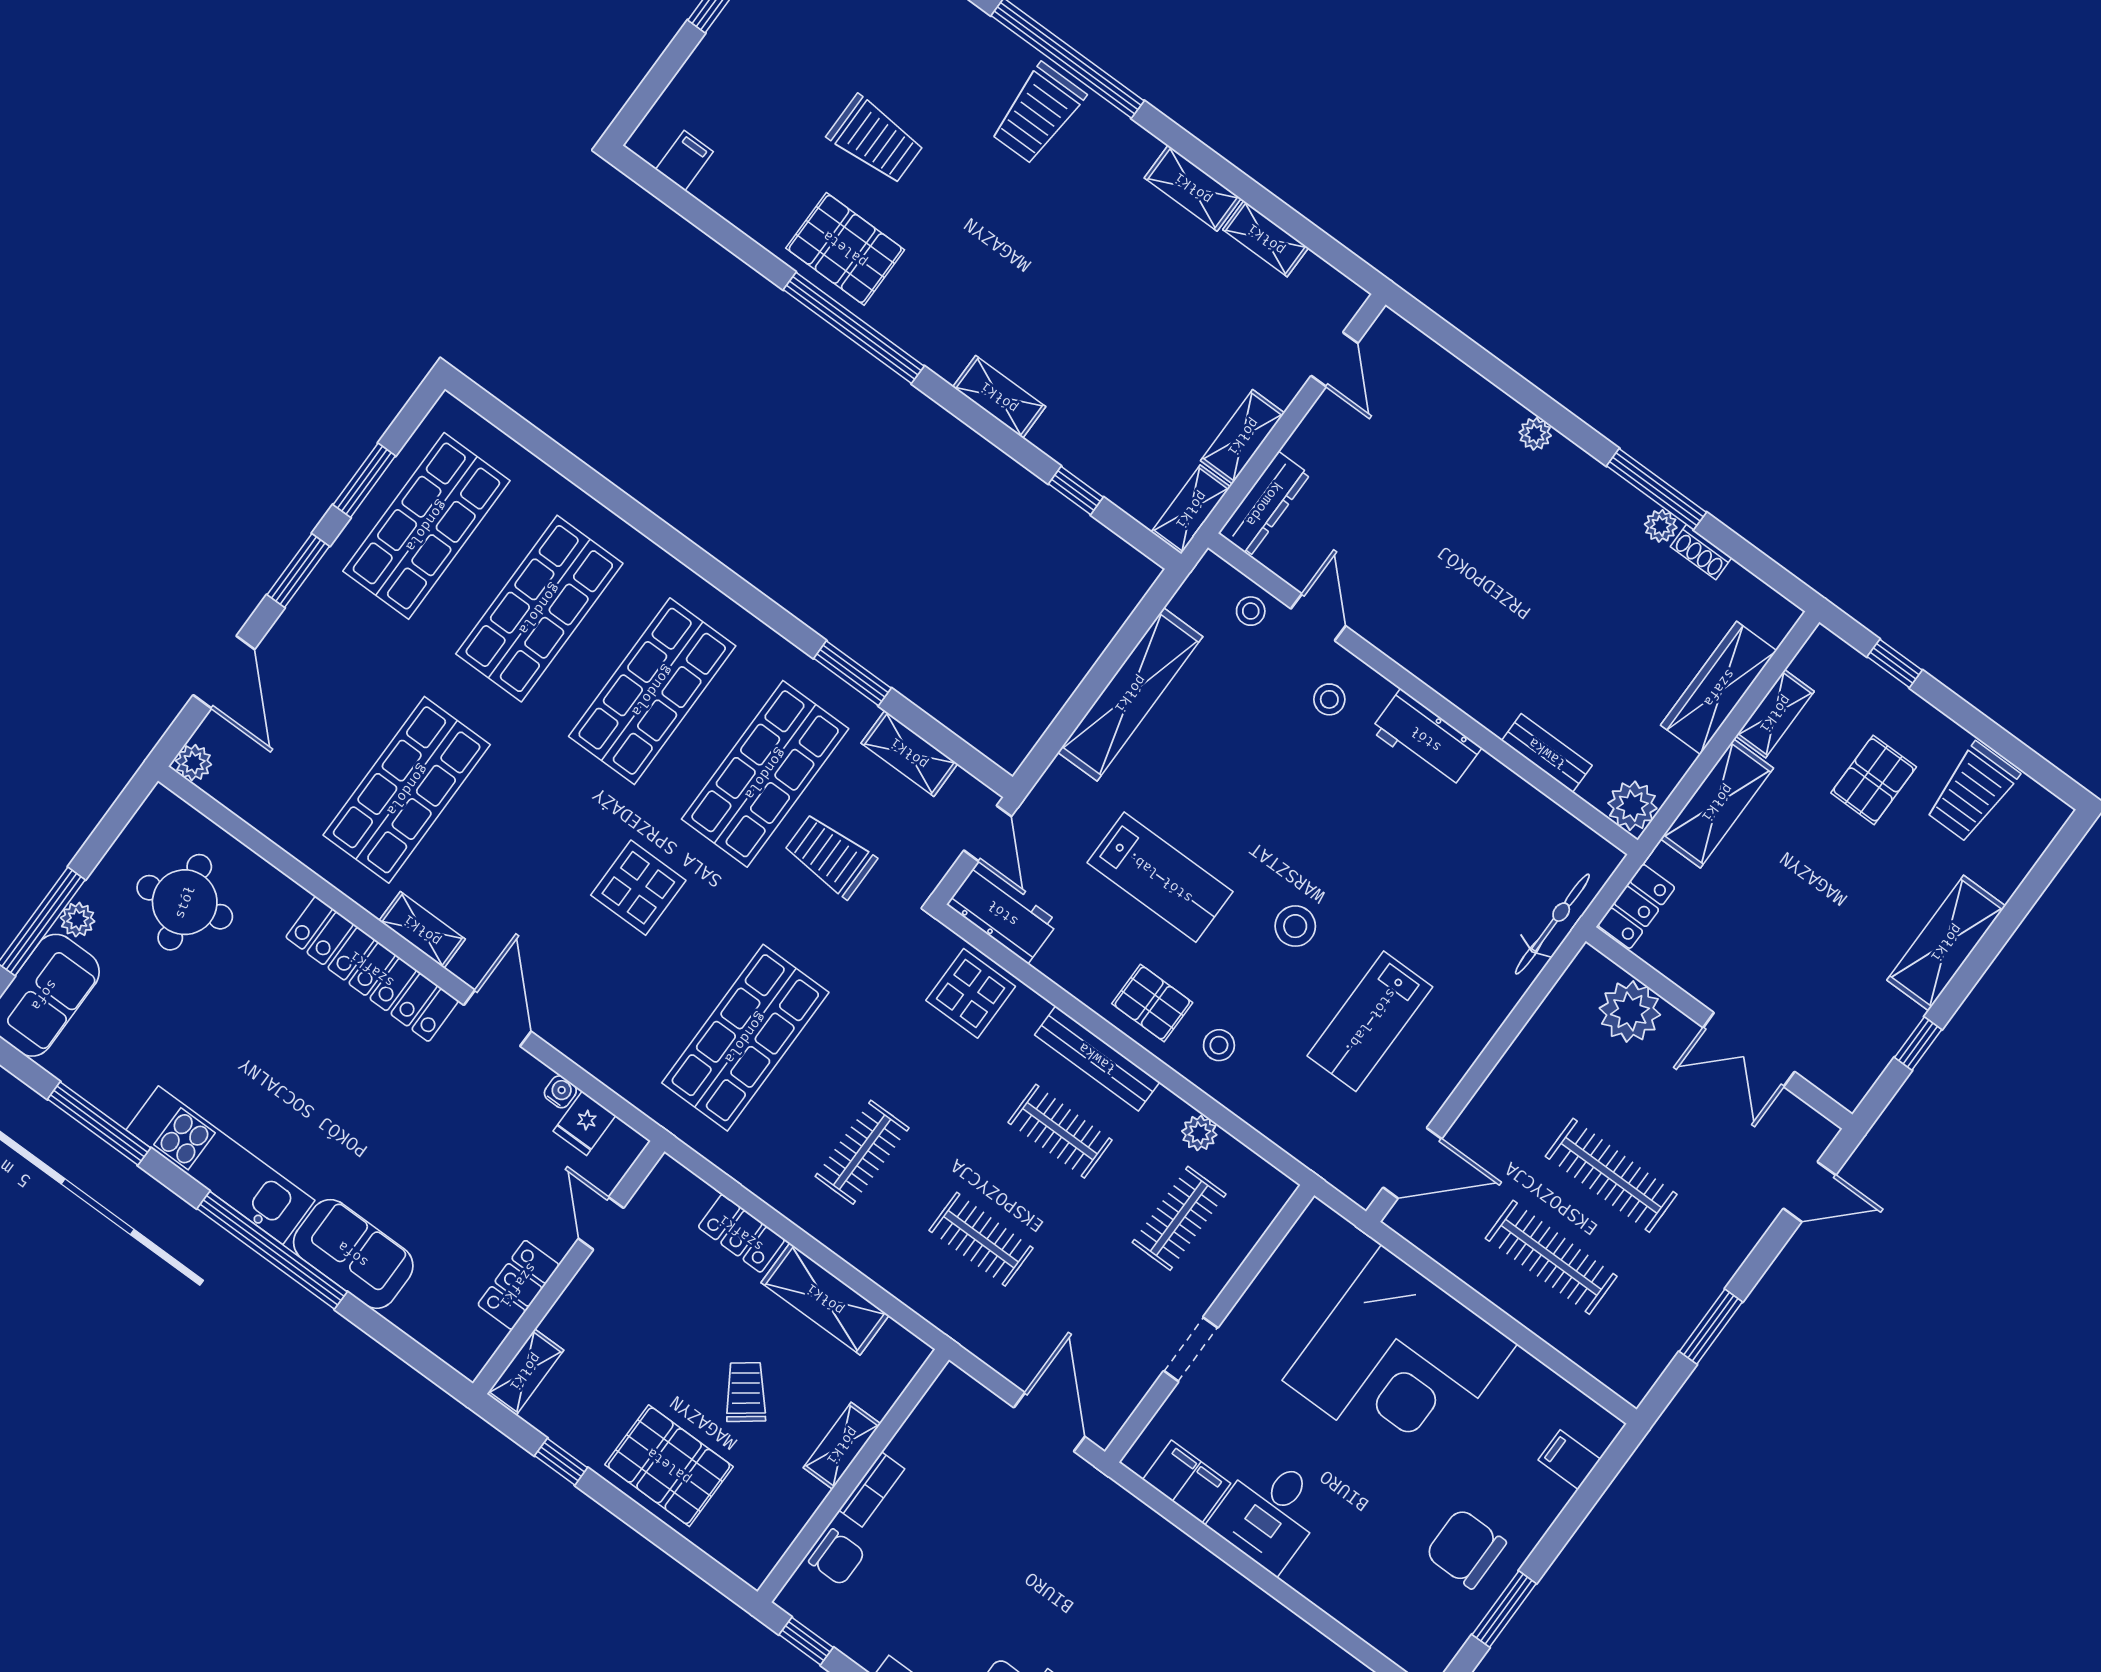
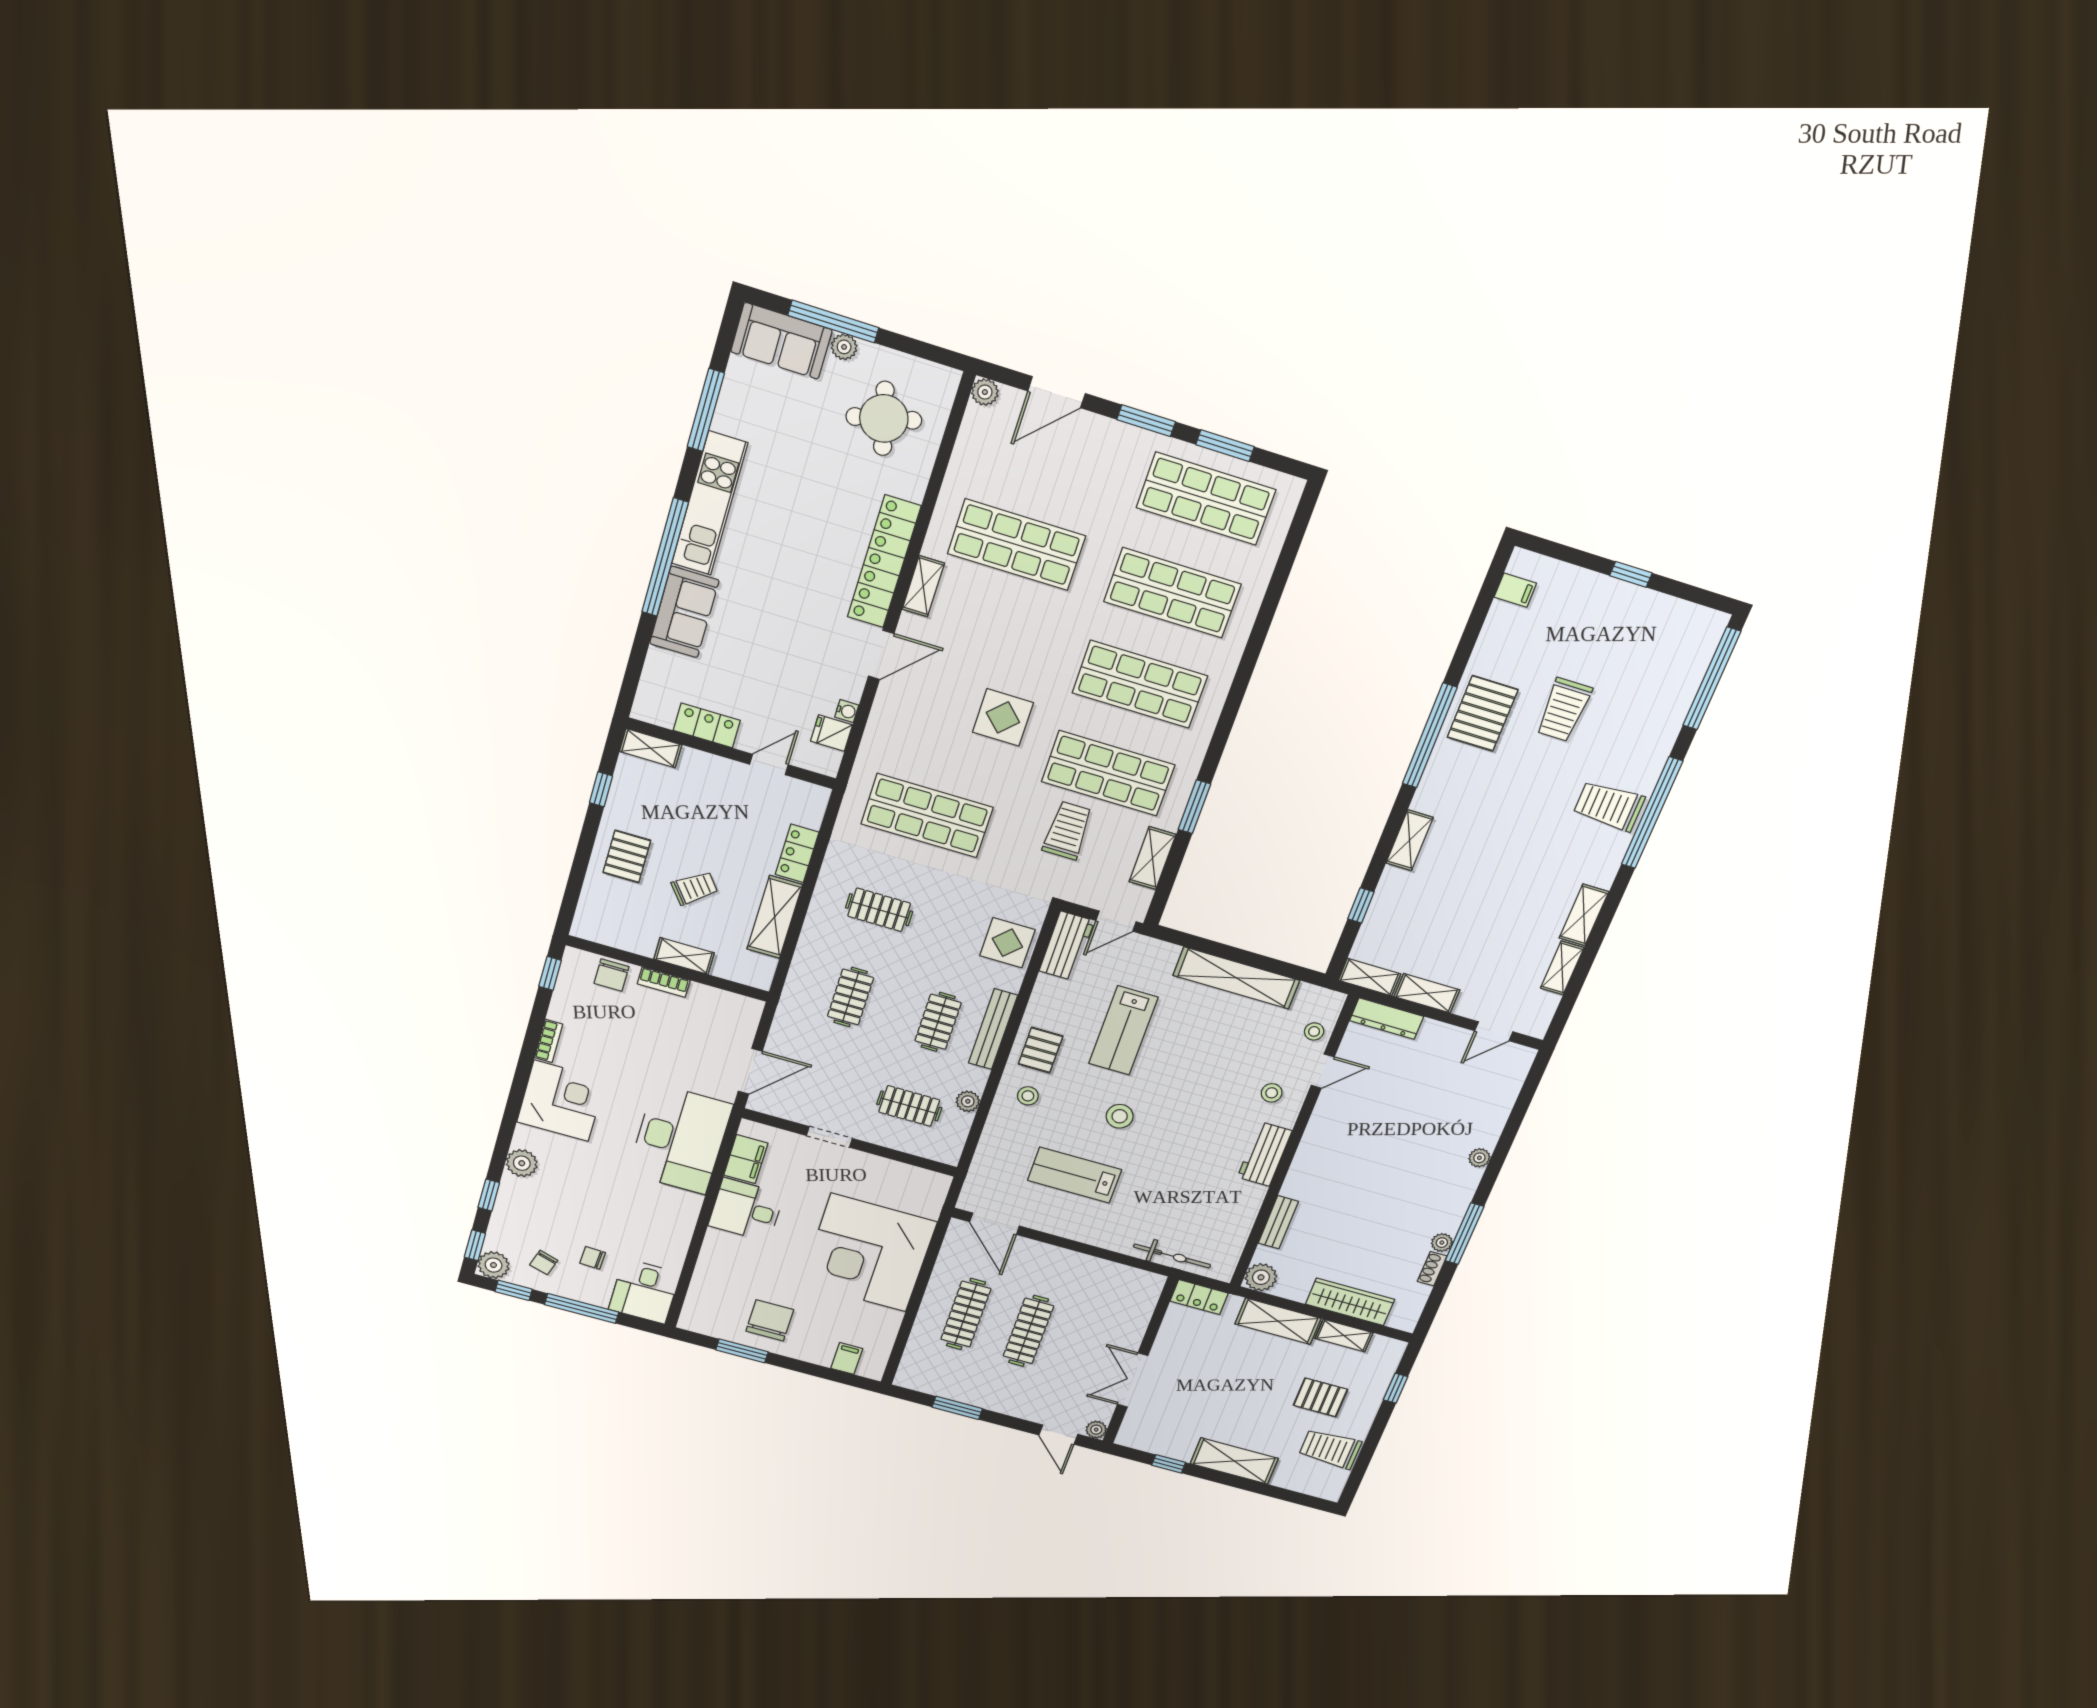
plant: (1630, 1011) -> (1096, 1430), moved, width x0.53, depth x0.53
pallet: (669, 1466) -> (627, 857), width x0.67, depth x0.71
desk: (1123, 1563) -> (680, 1139), added

